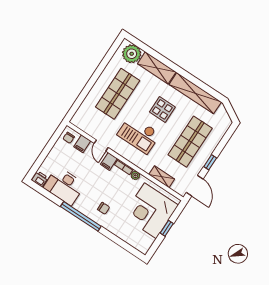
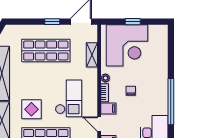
display table: (162, 109) -> (31, 109), moved
door: (101, 145) -> (99, 124), swing flipped
chair: (104, 208) -> (131, 91), moved

